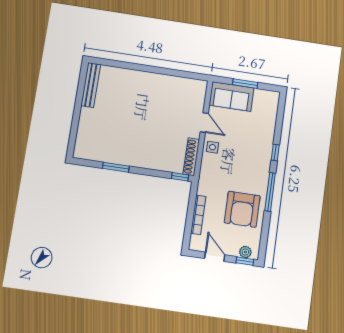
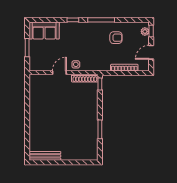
sofa: (231, 96) -> (44, 31), moved, turned 90
armchair: (242, 209) -> (116, 38), width x0.53, depth x0.53

